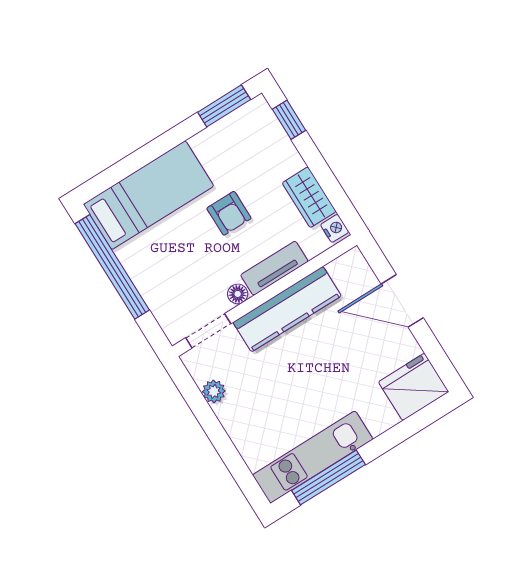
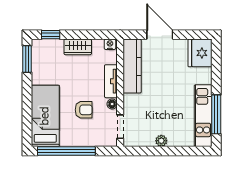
wardrobe: (309, 197) -> (78, 47), moved
armchair: (229, 213) -> (84, 110), moved
door: (402, 301) -> (160, 35), swing flipped
kitchen counter: (287, 309) -> (132, 66), moved
plant: (214, 391) -> (161, 141), moved

